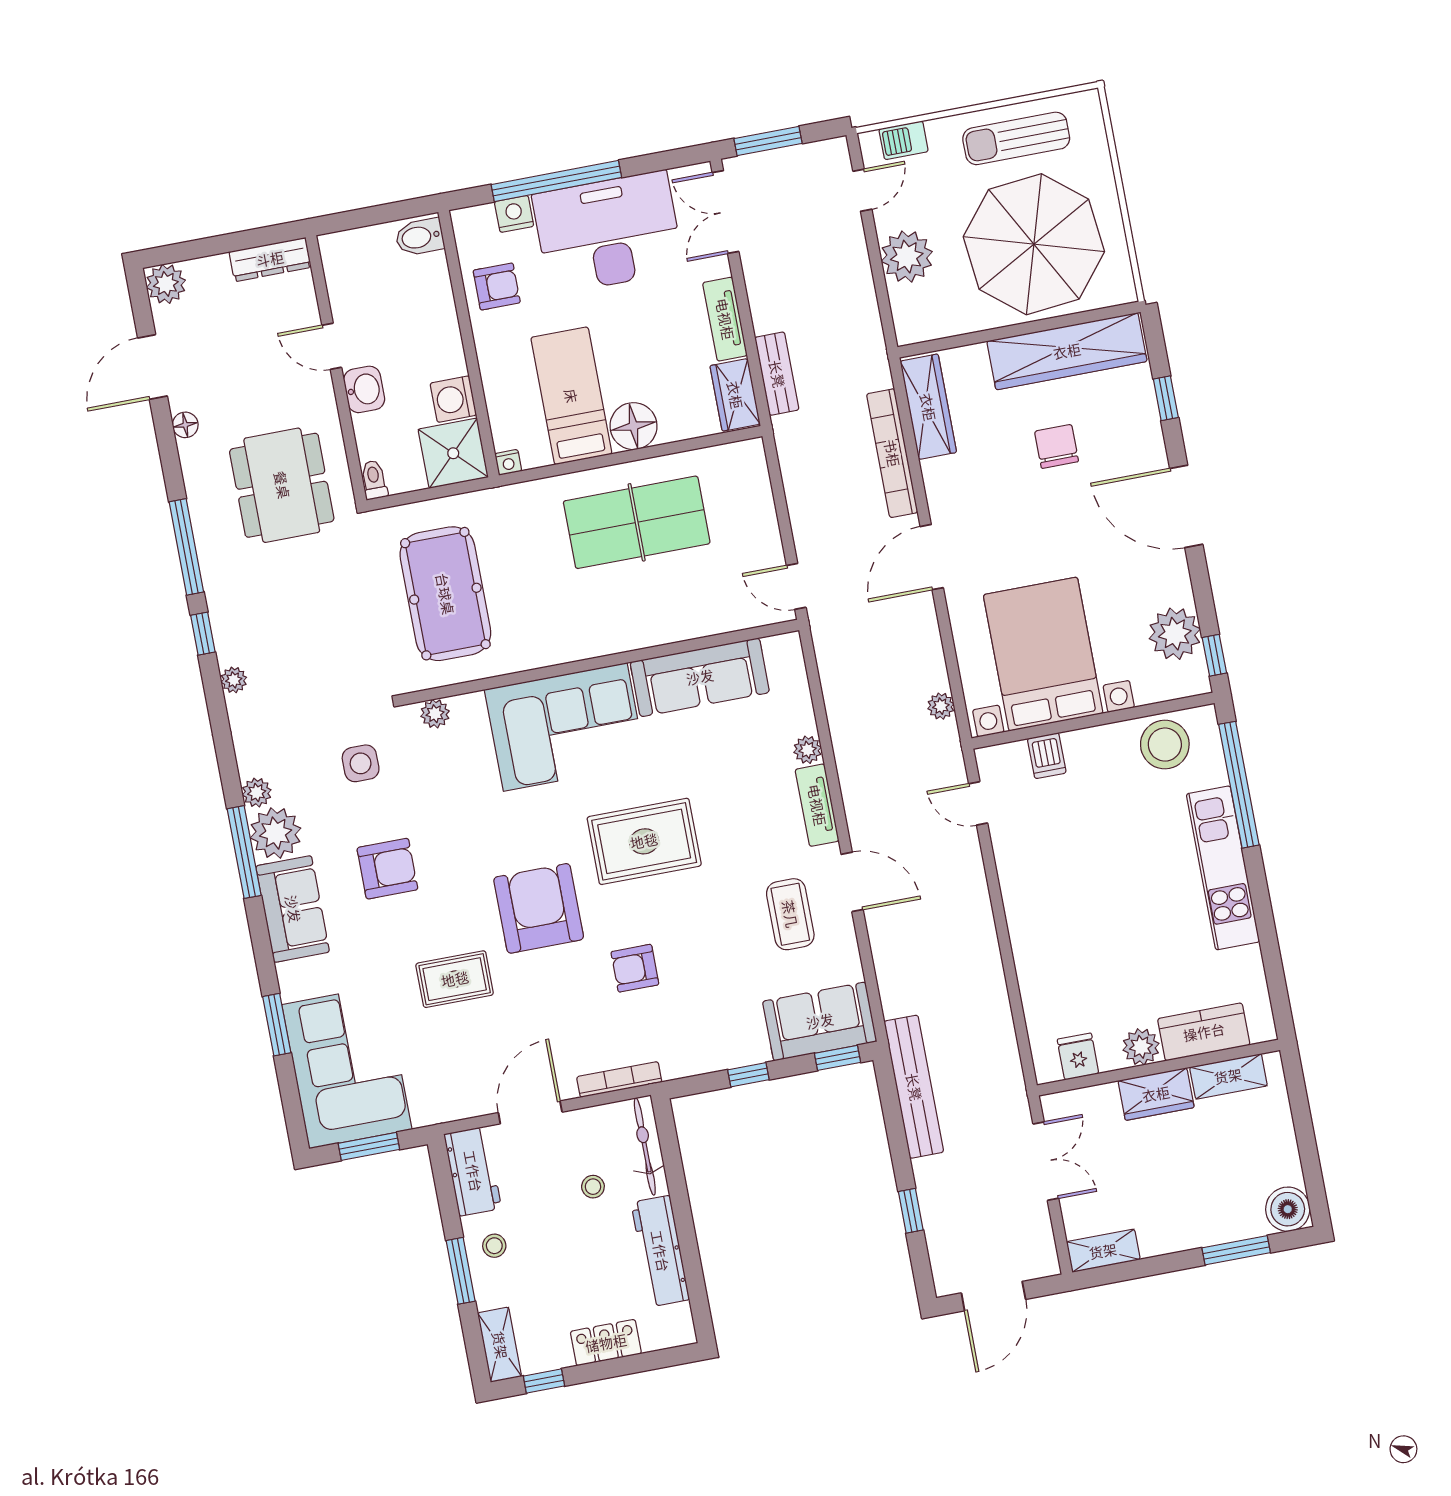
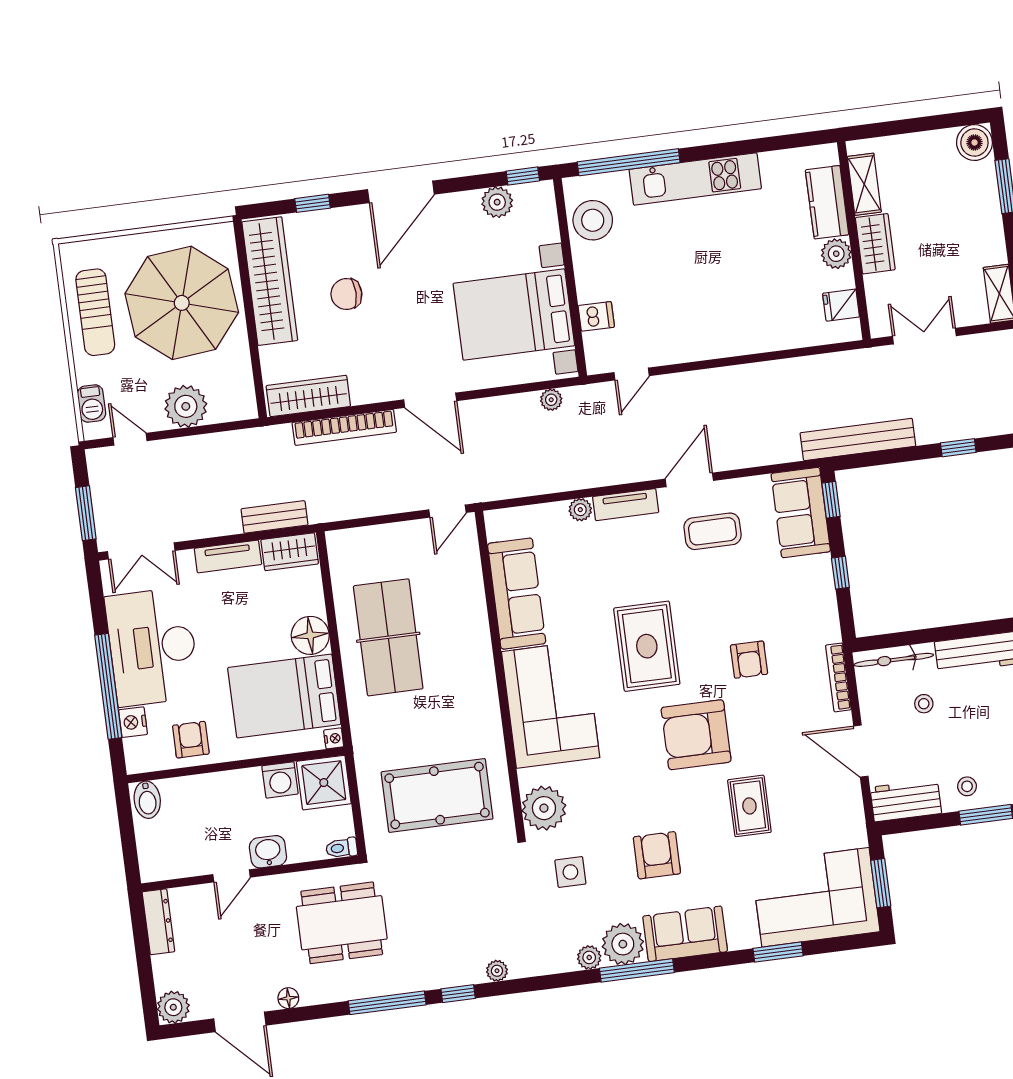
bed: (571, 396) -> (284, 696), width x1.50
plant: (1175, 634) -> (497, 202), width x0.73, depth x0.73
plant: (435, 714) -> (544, 808), width x1.87, depth x1.87

